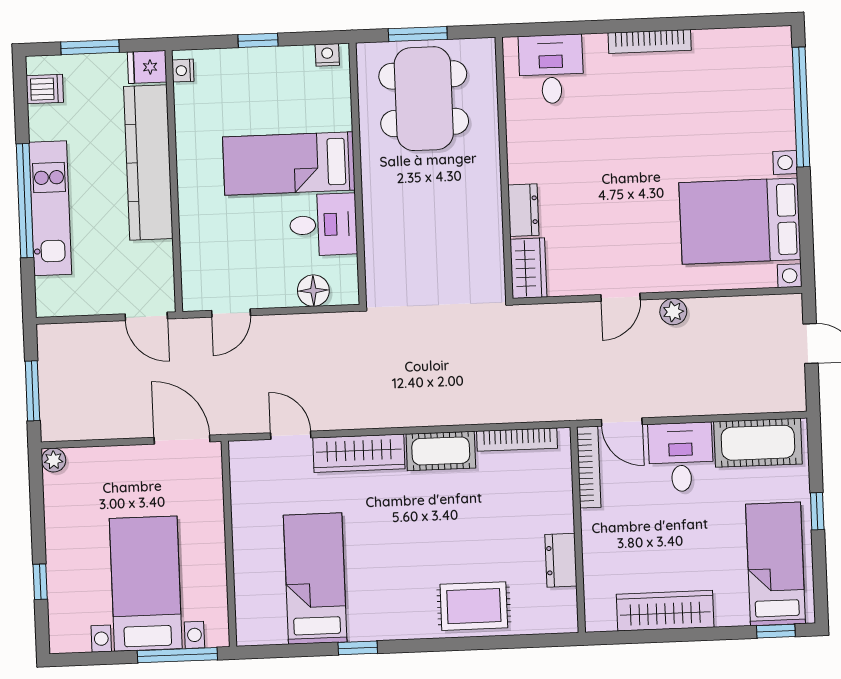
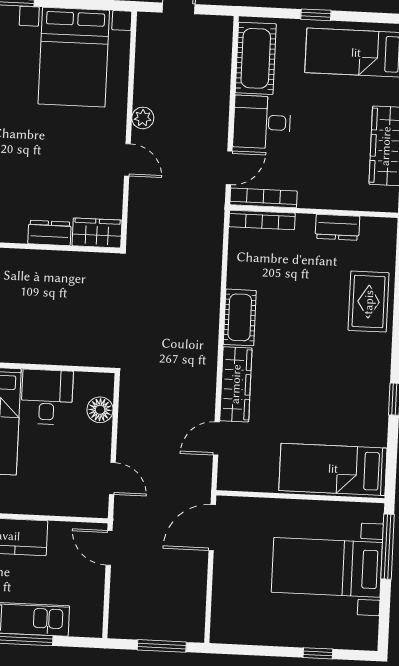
door: (146, 316) -> (109, 548), swing flipped
bookcase: (517, 440) -> (262, 220), moved, turned 90
plant: (54, 460) -> (220, 634), removed
bed: (315, 579) -> (333, 469), moved

